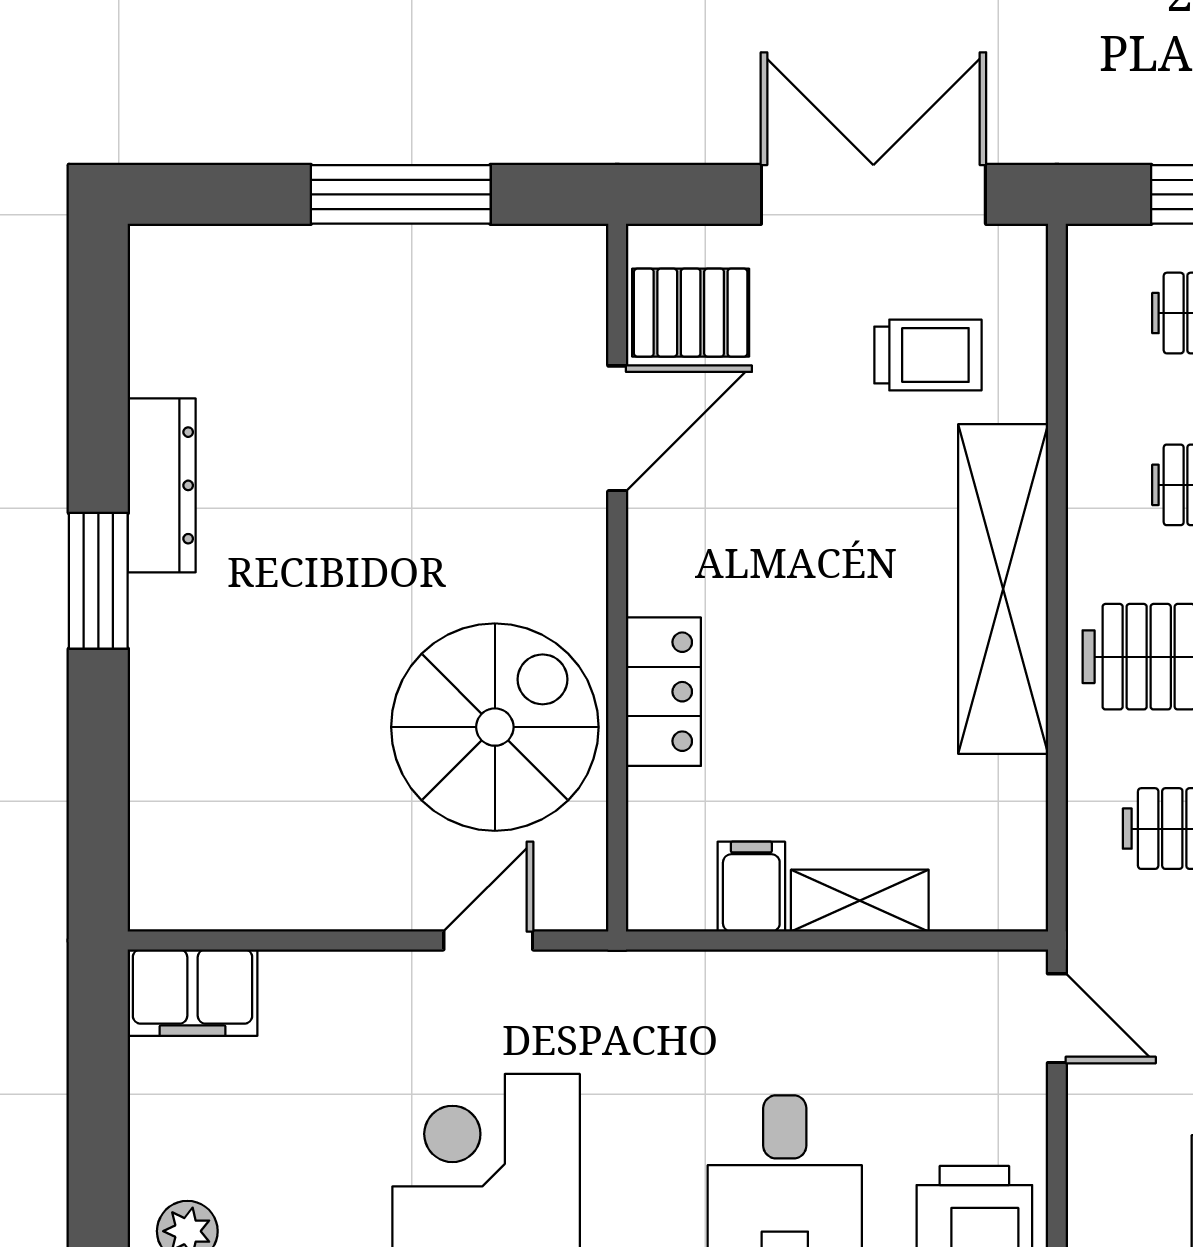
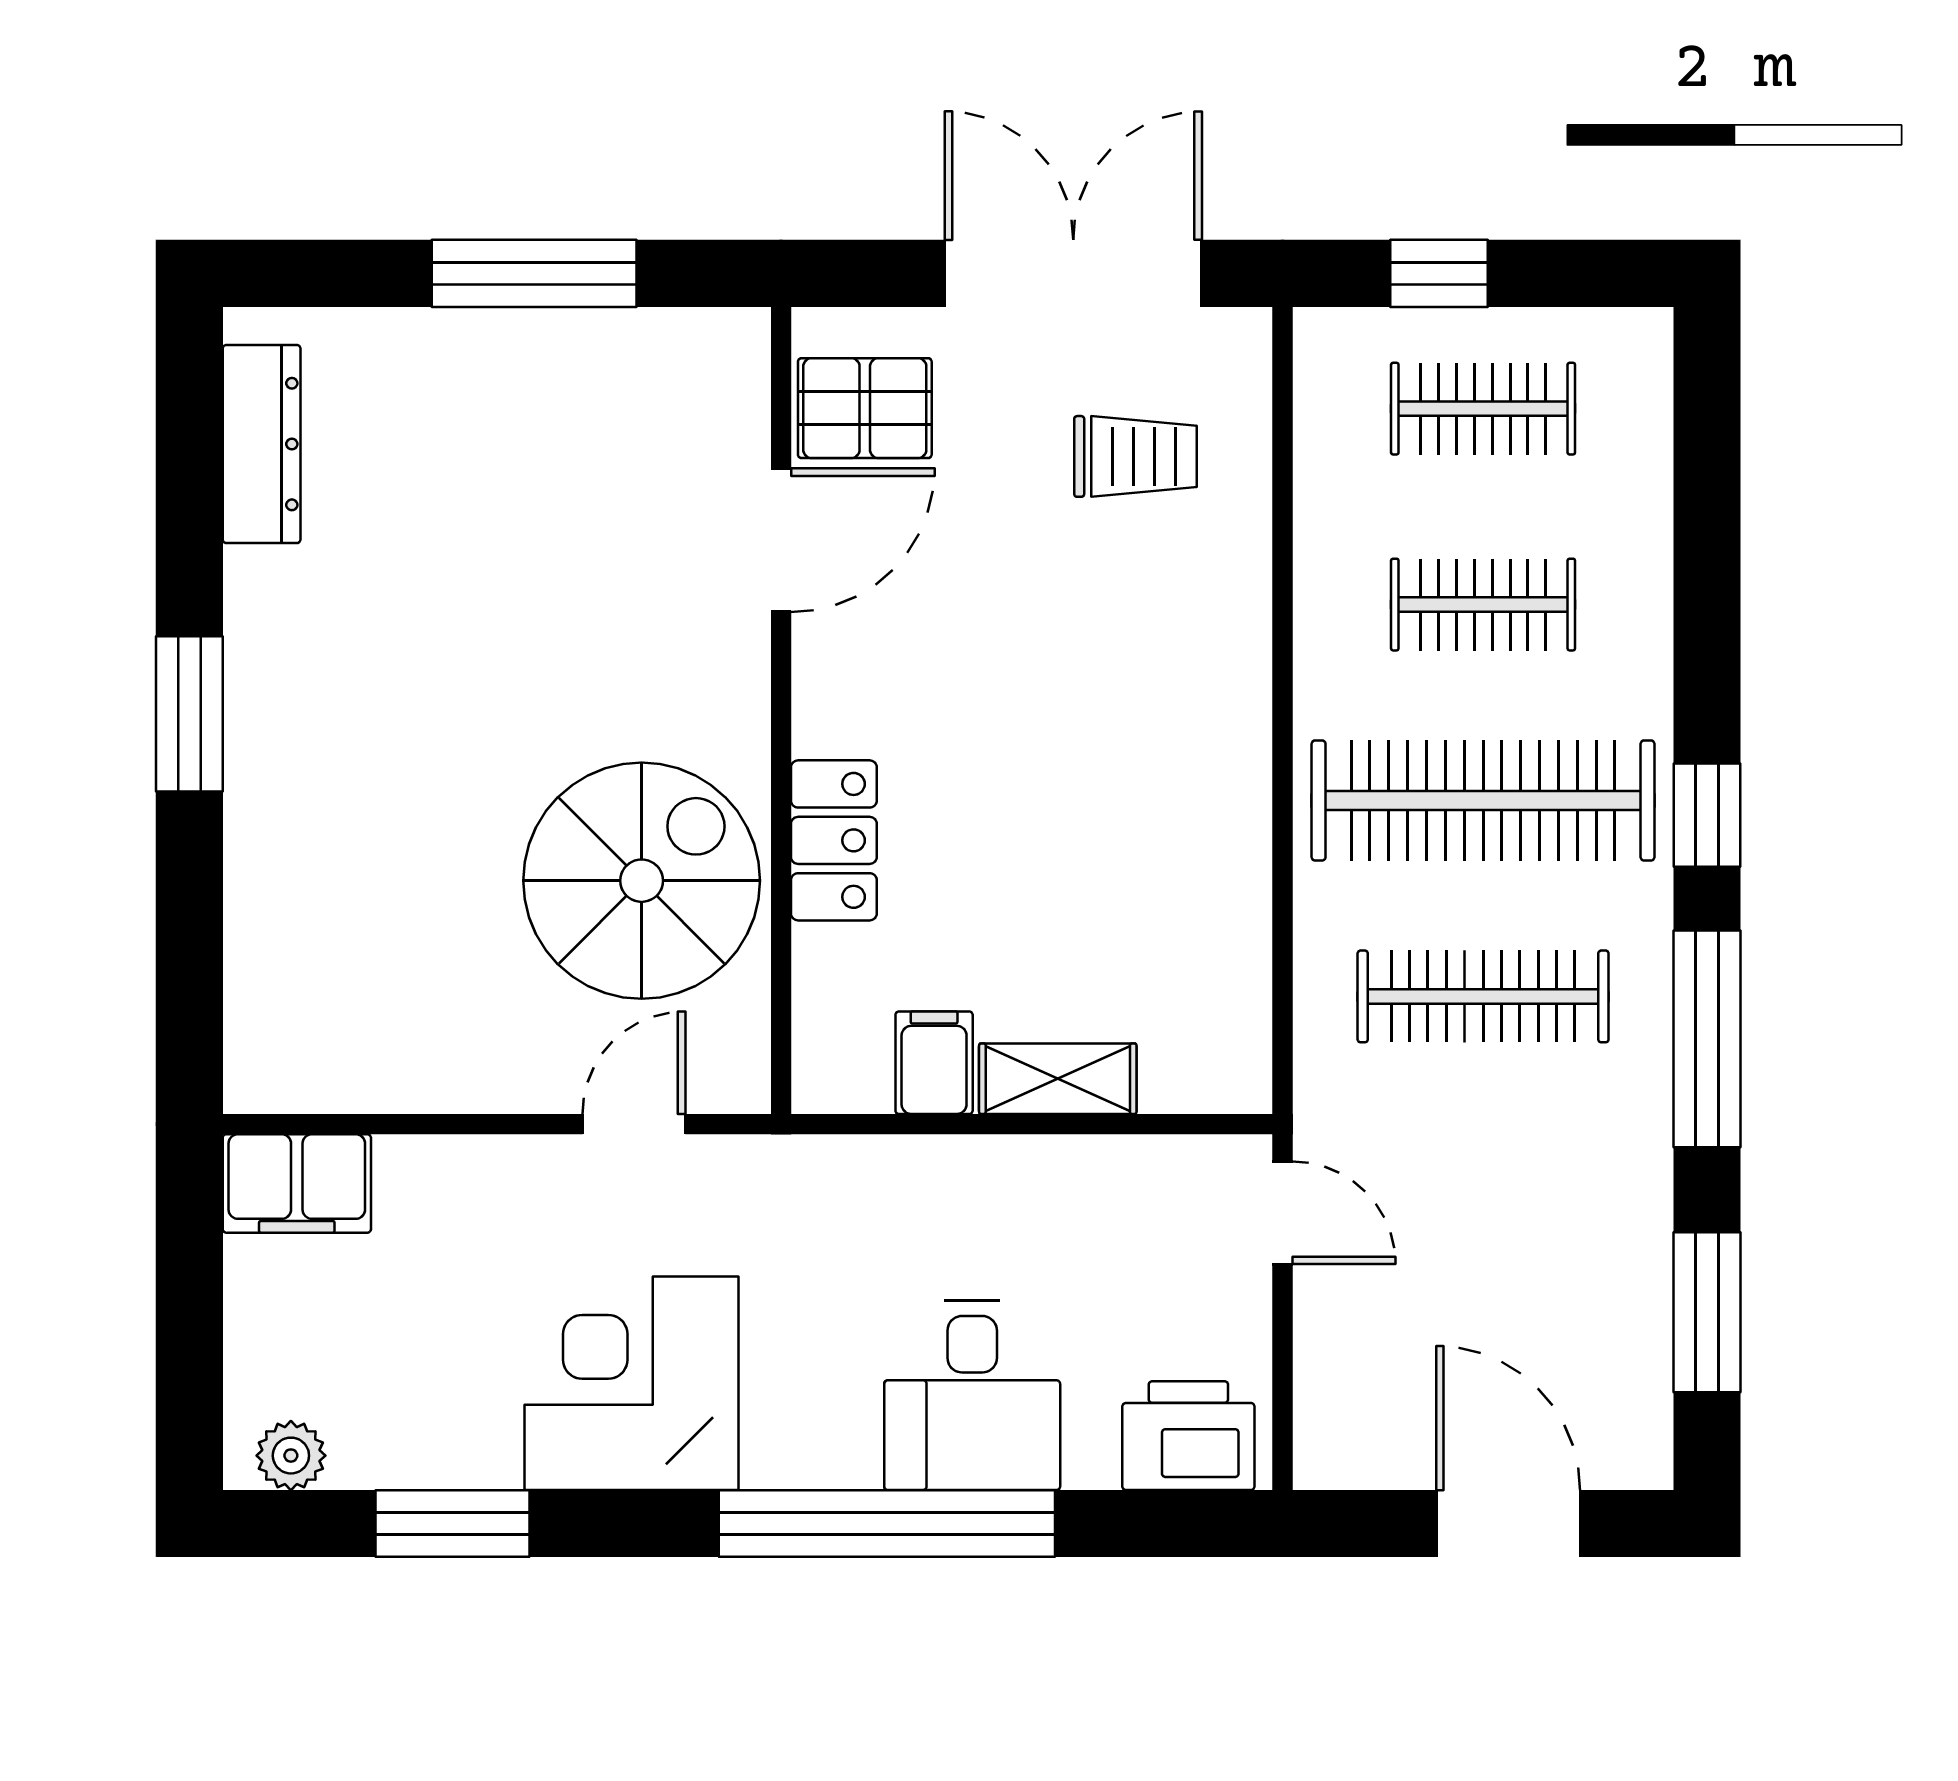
dresser: (162, 485) -> (262, 444), moved
shelving: (1003, 589) -> (1221, 723), removed

